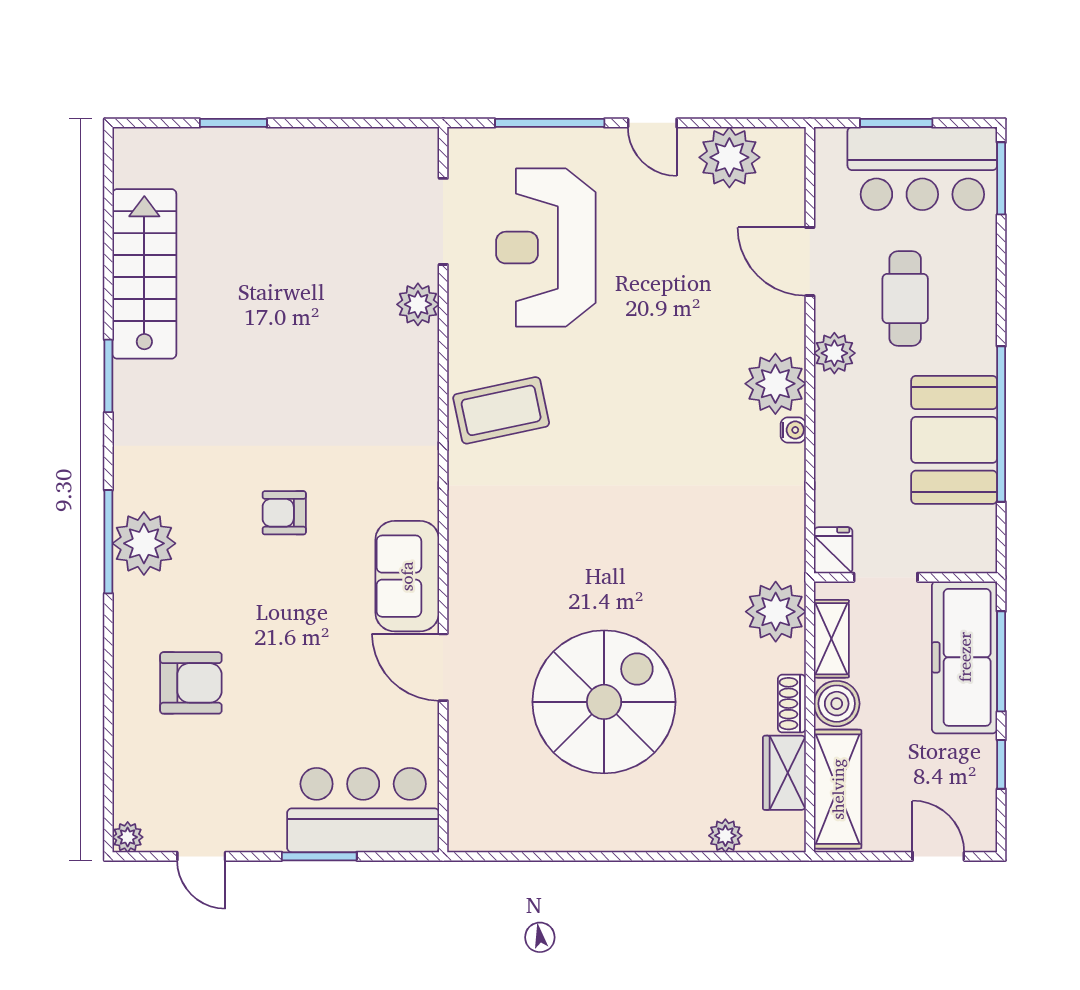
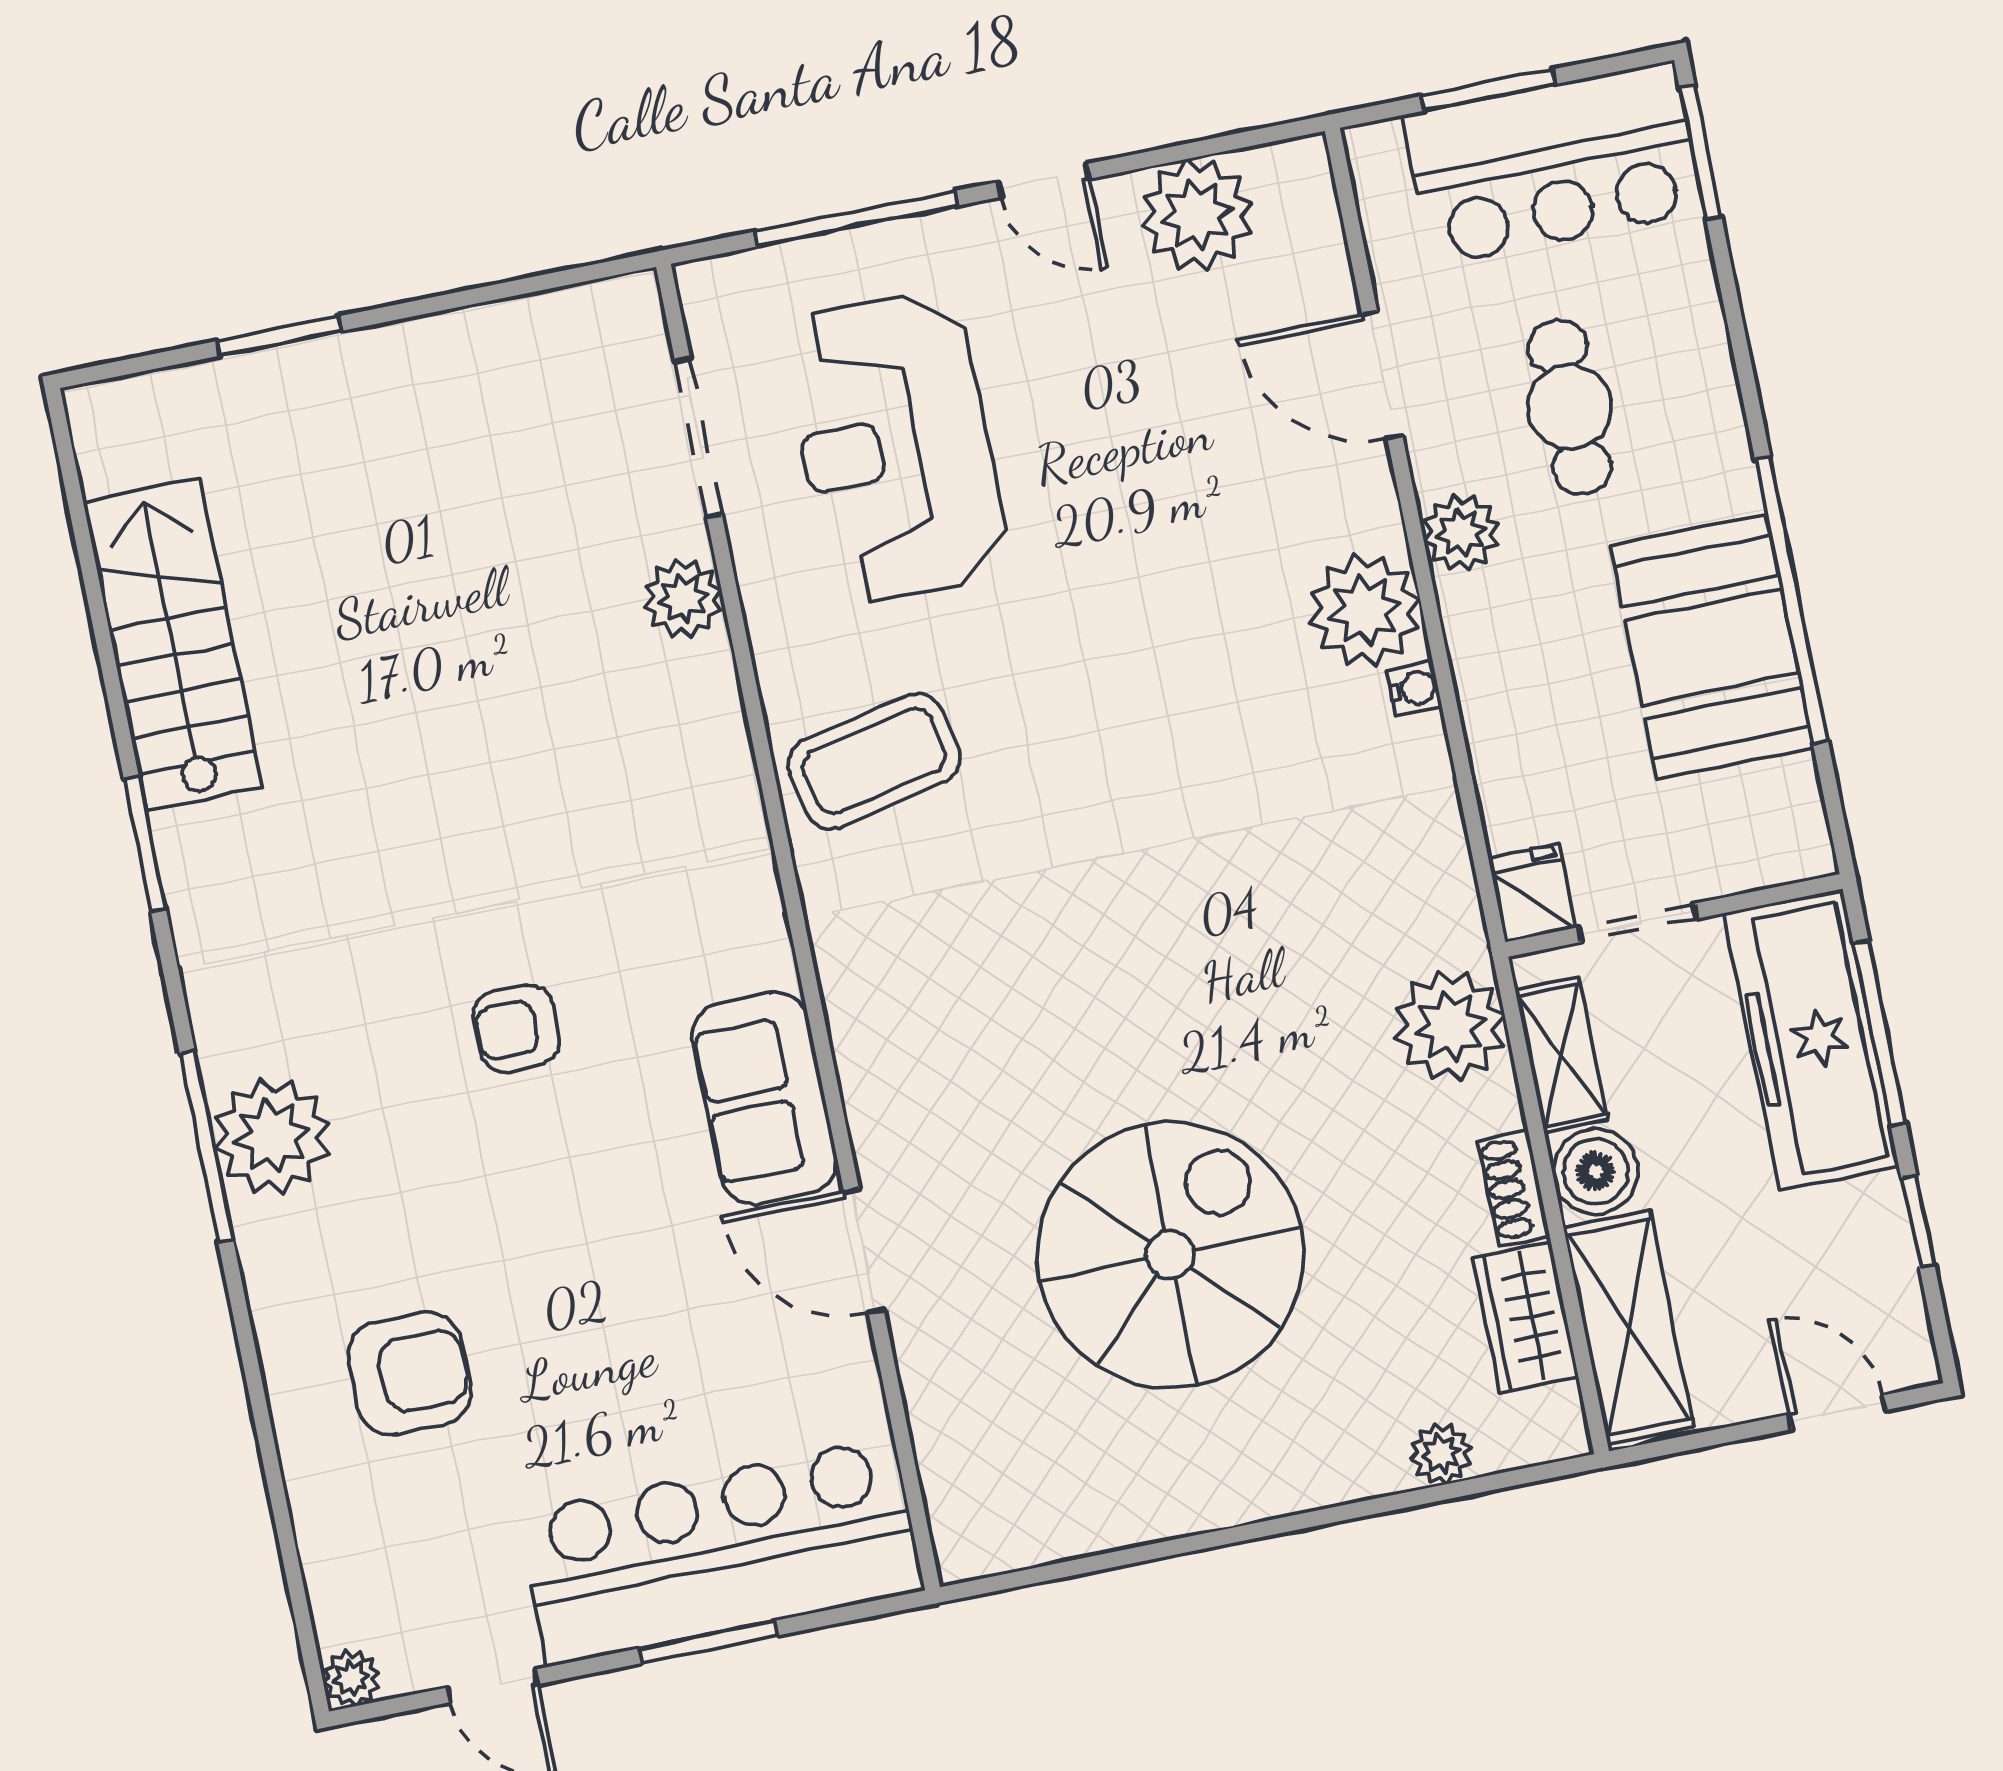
bar counter: (363, 810) -> (720, 1552), width x1.36

